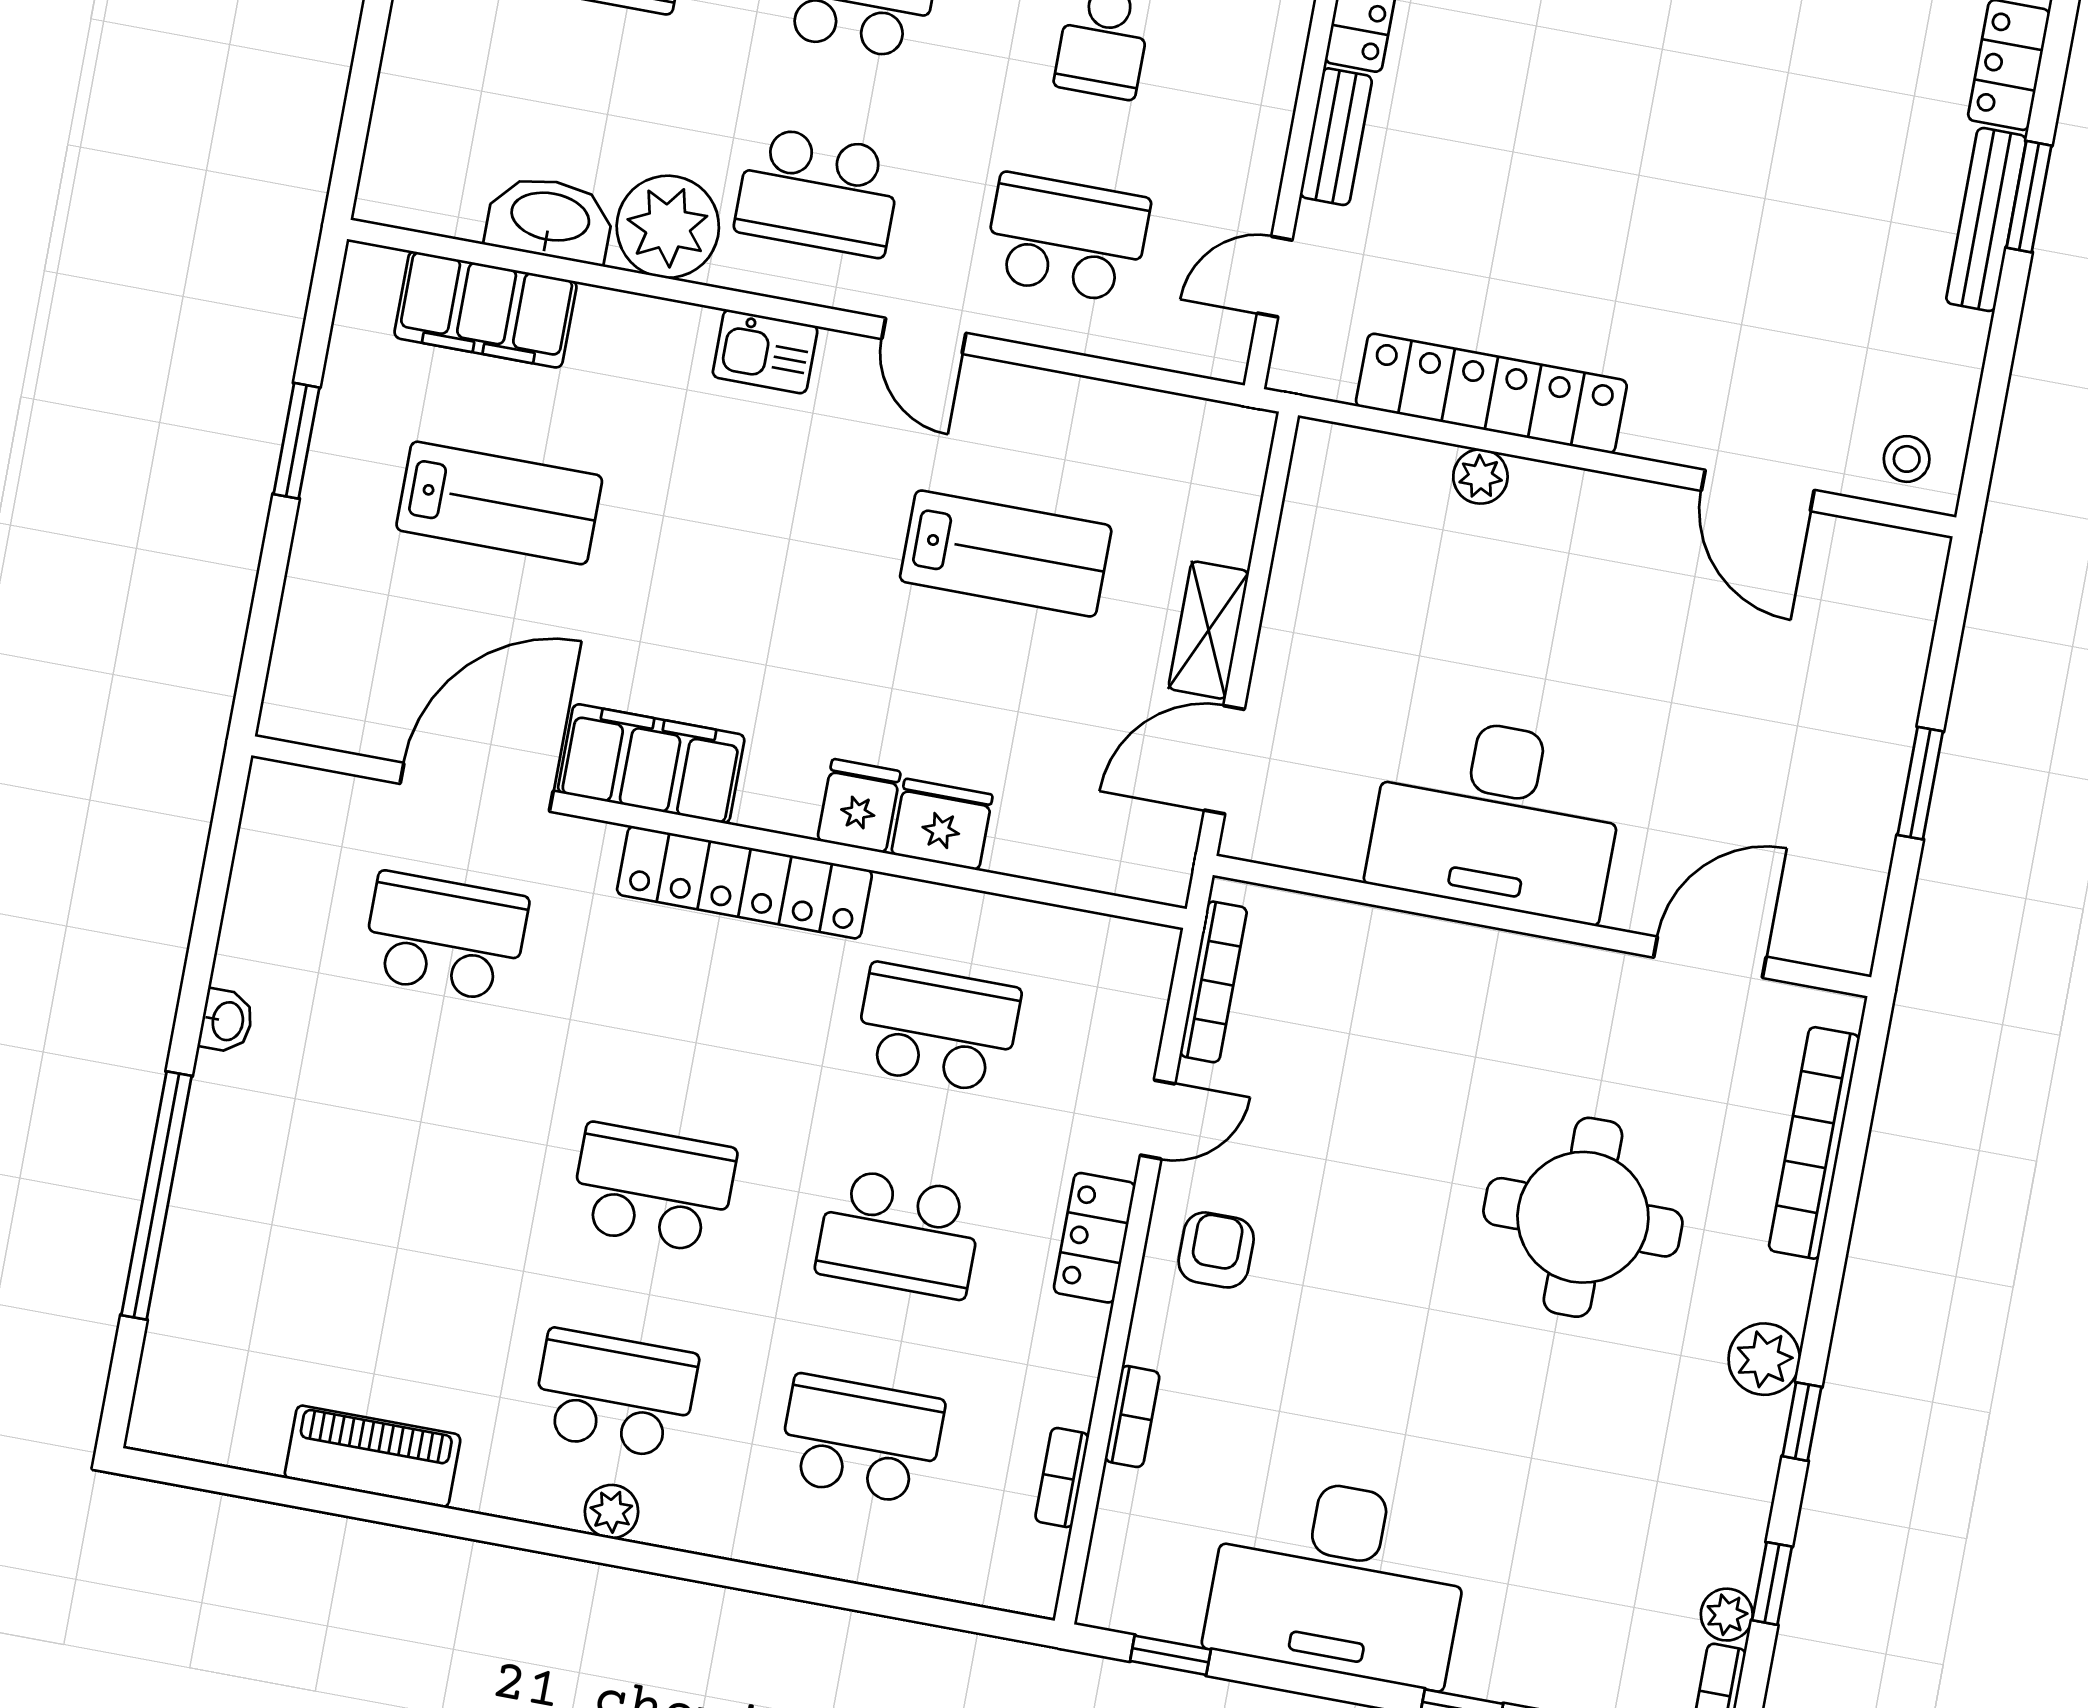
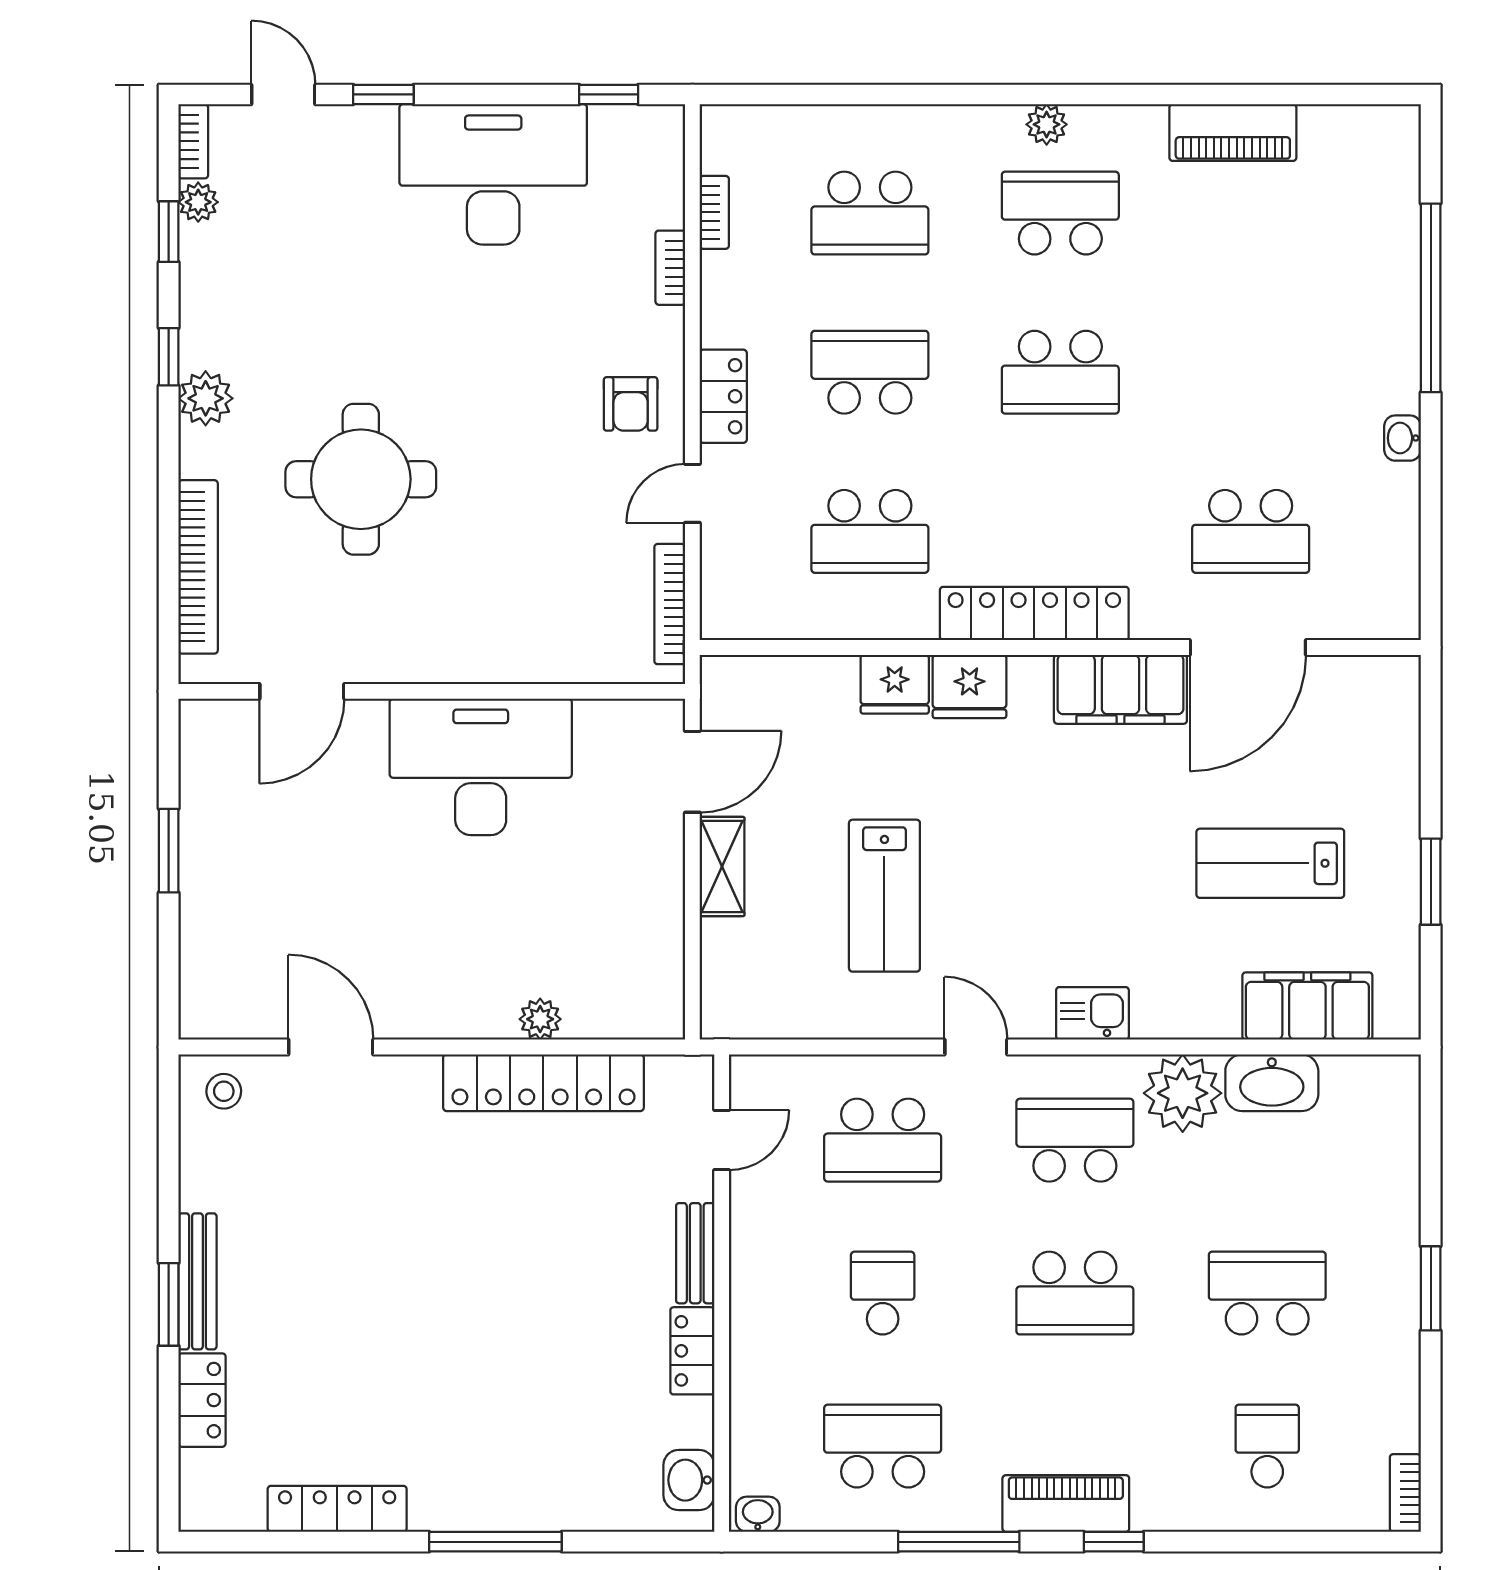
lab bench: (1006, 553) -> (884, 896), turned -90
fridge: (859, 806) -> (970, 687), width x1.38
school desk: (615, 1394) -> (1060, 213), turned 180

